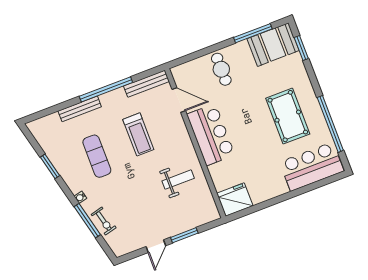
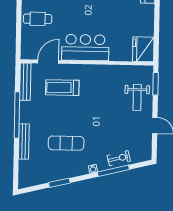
treadmill: (138, 134) -> (62, 88), moved, turned 180
weight bench: (178, 180) -> (137, 97), moved, turned 180
window: (184, 235) -> (156, 84), moved

